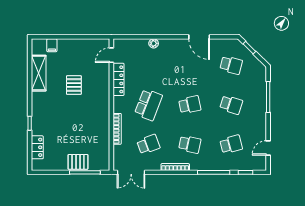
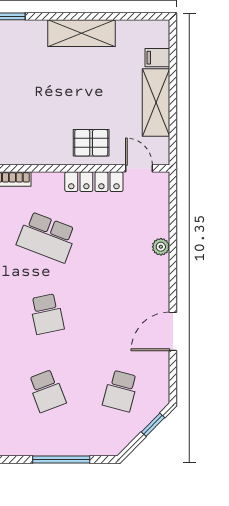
shelving: (76, 46) -> (156, 102), added
shelving: (39, 73) -> (81, 33), moved
pallet: (74, 85) -> (91, 143), moved
school desk: (231, 105) -> (47, 391), turned -39

